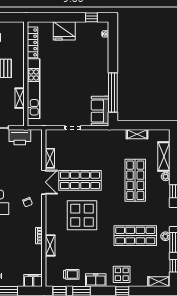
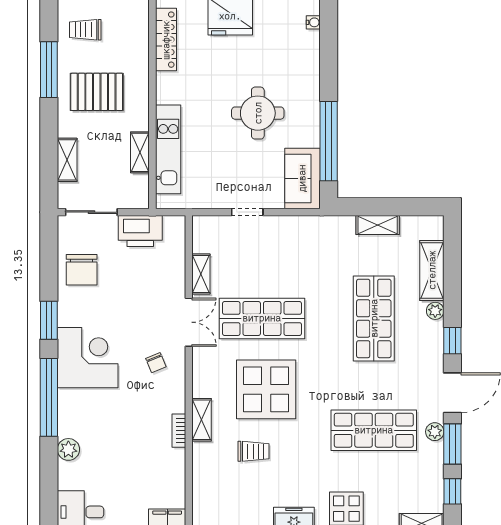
round table: (78, 79) -> (258, 113), added
kitchen unit: (34, 89) -> (168, 149), width x0.73
shelving: (50, 245) -> (202, 420), moved
trolley: (71, 274) -> (254, 451), moved

